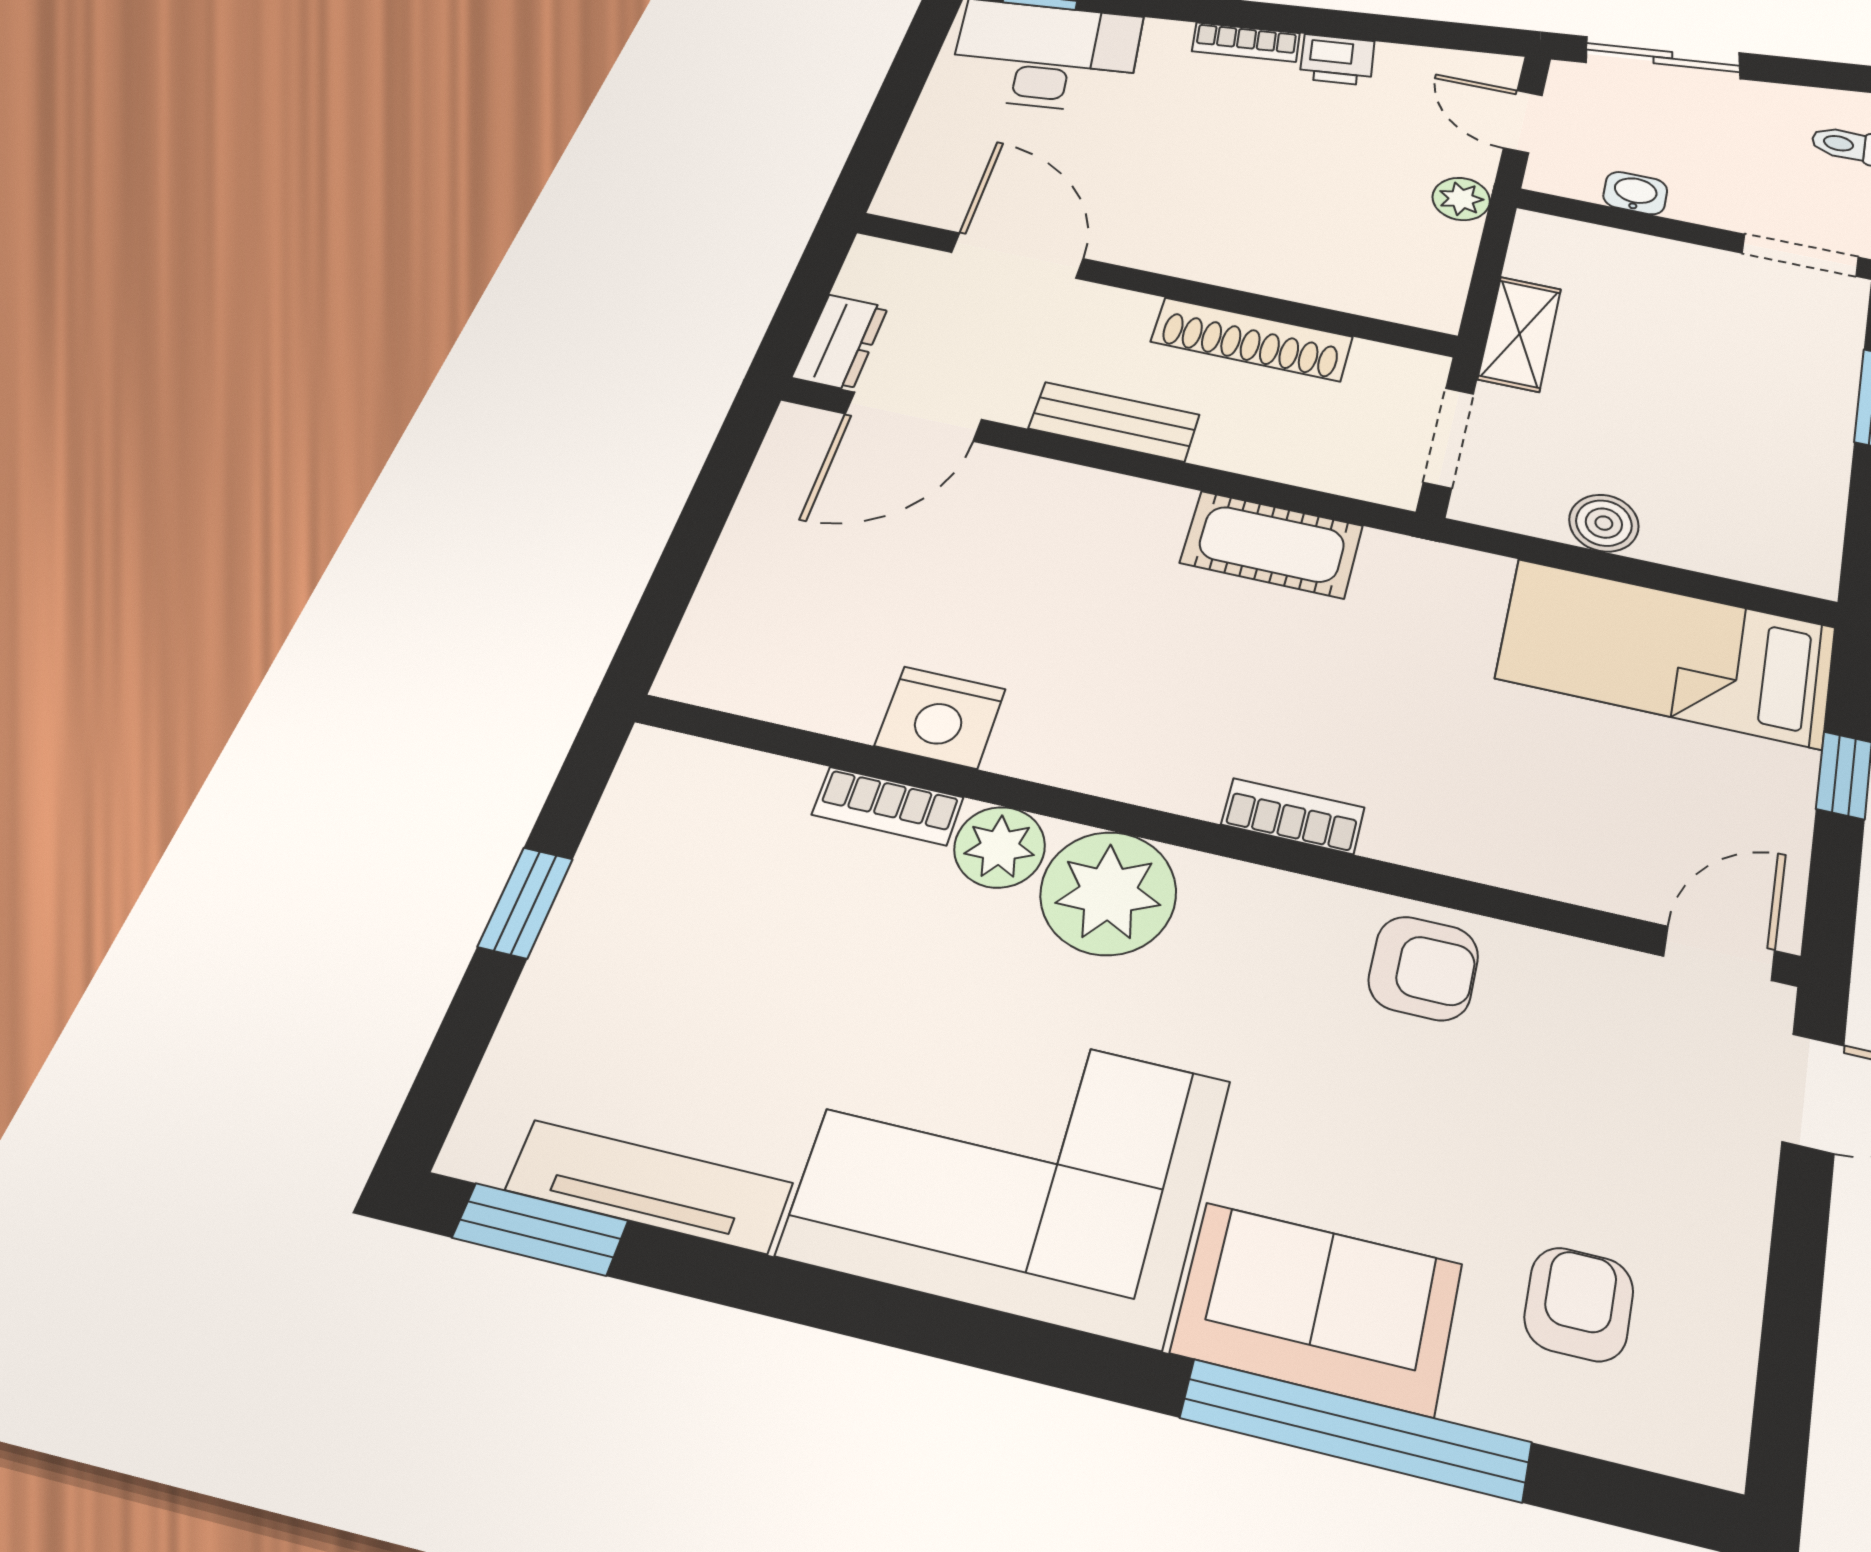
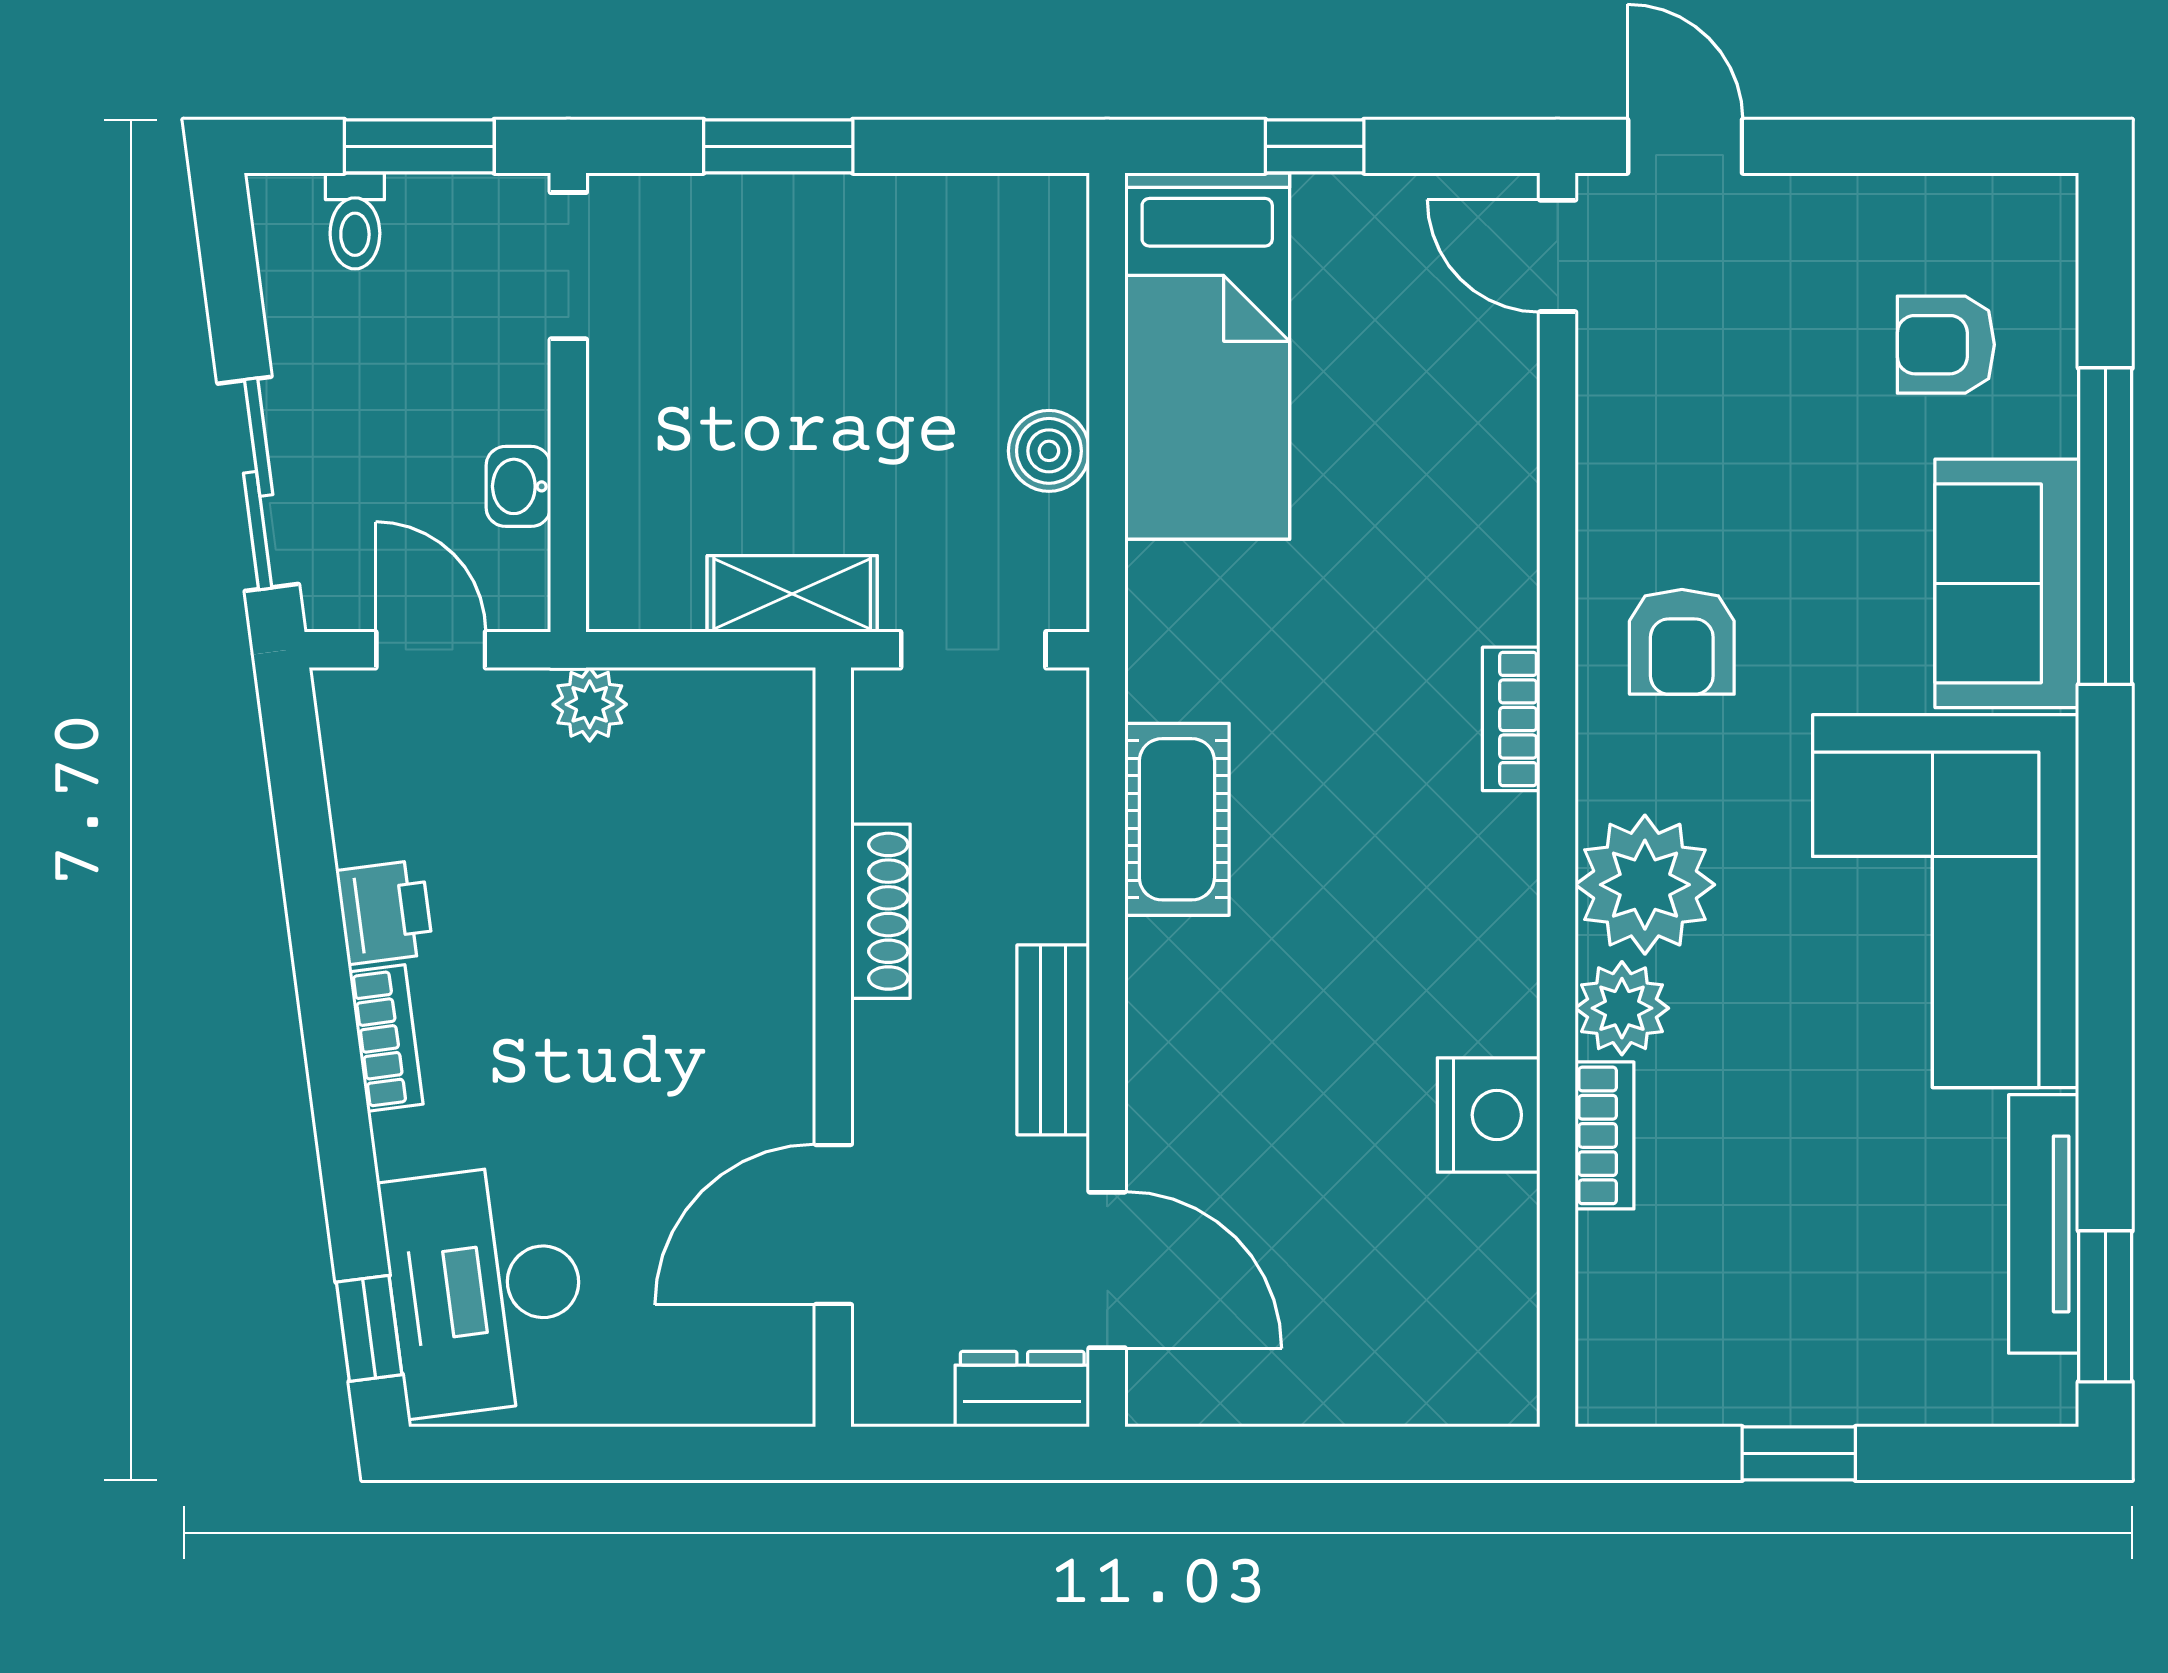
door: (1523, 122) -> (431, 650), swing flipped
shoe rack: (1252, 339) -> (881, 911), width x0.74, depth x0.81
armchair: (1423, 968) -> (1682, 642), moved, turned 180

